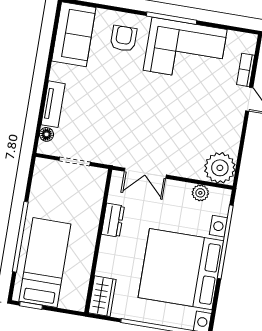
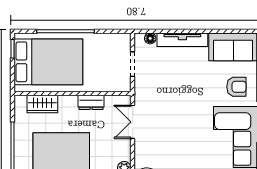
tv unit: (53, 104) -> (182, 40), width x1.41
bed: (45, 263) -> (48, 62), width x1.50
wardrobe: (102, 296) -> (42, 104), moved

